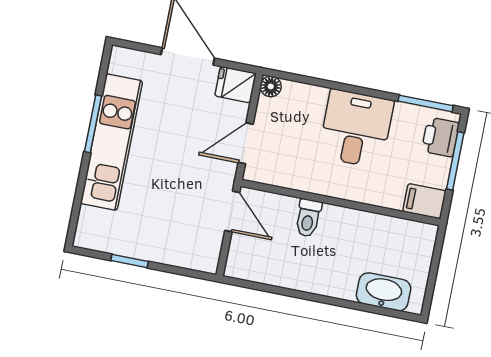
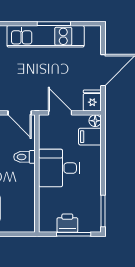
desk: (356, 129) -> (59, 168), moved, turned 180
printer: (440, 137) -> (67, 223), moved
filing cabinet: (424, 201) -> (90, 137), moved, turned -90
door: (232, 211) -> (20, 113), hinge flipped

